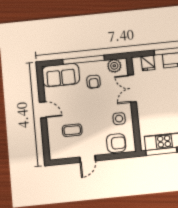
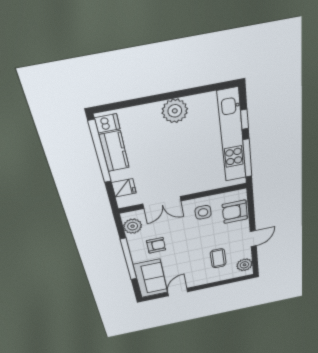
door: (43, 110) -> (178, 292), moved
armchair: (116, 143) -> (235, 212), turned -90
plant: (61, 152) -> (244, 265), added
door: (88, 159) -> (253, 239), hinge flipped

